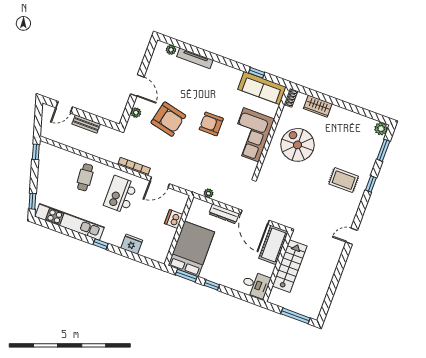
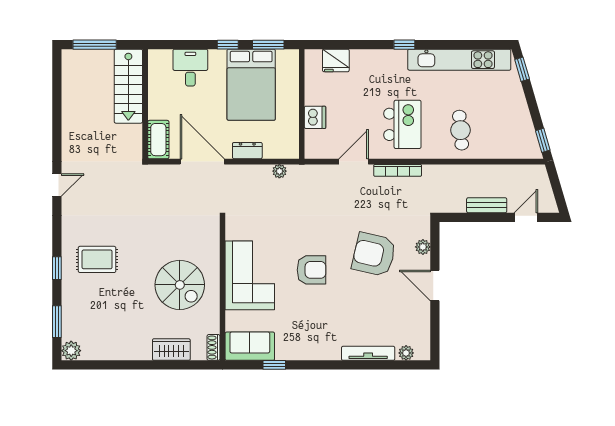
sofa: (262, 88) -> (250, 346), width x0.73
dresser: (224, 214) -> (247, 151), width x0.70
fridge: (132, 244) -> (336, 60), moved
cot: (273, 245) -> (158, 140), width x0.73, depth x0.75
bed: (191, 249) -> (251, 85), moved
stairs: (290, 266) -> (128, 86), moved
desk: (256, 285) -> (190, 68), moved, turned 90

